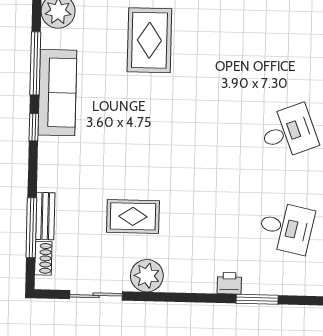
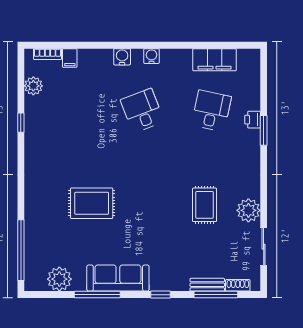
rug: (149, 40) -> (92, 203), moved
window: (34, 127) -> (160, 295), moved
rug: (133, 216) -> (205, 205), moved
printer: (229, 283) -> (253, 120), moved

